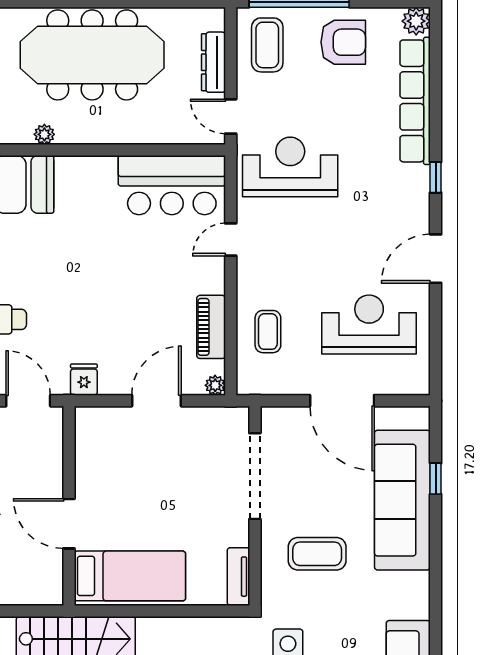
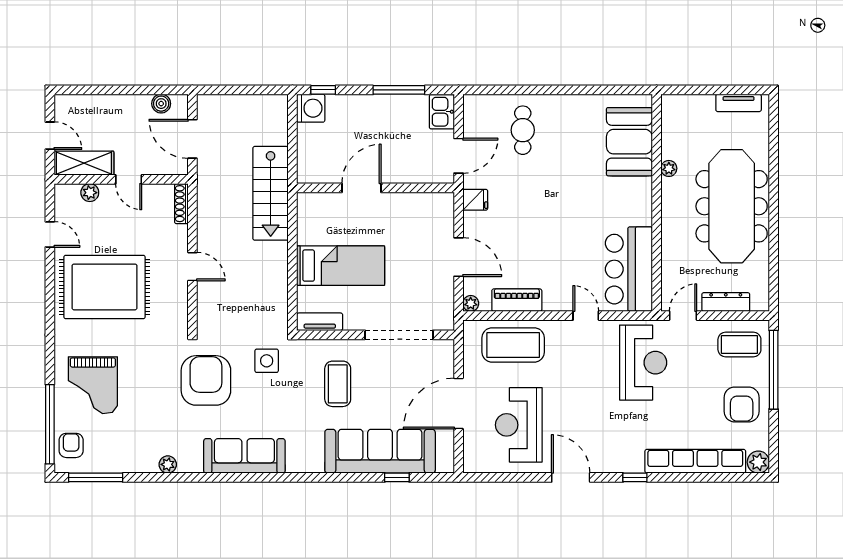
reception desk: (369, 324) -> (519, 425), turned 180
coffee table: (268, 332) -> (513, 345), width x1.86, depth x1.72
bed: (130, 576) -> (341, 266), moved, turned -90

